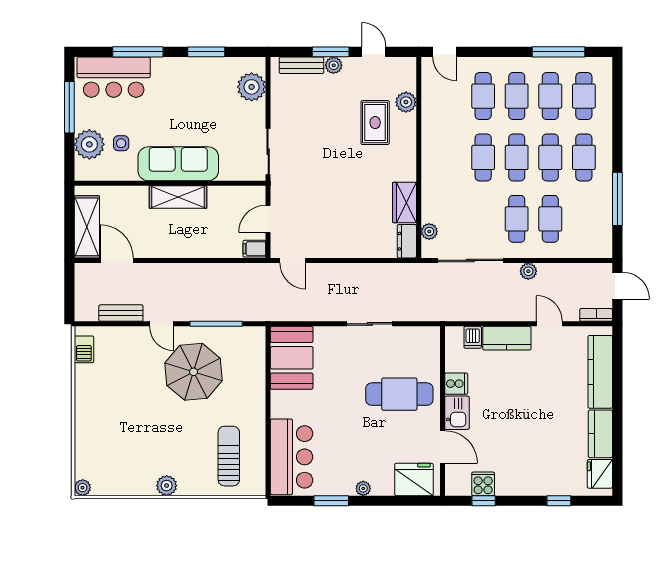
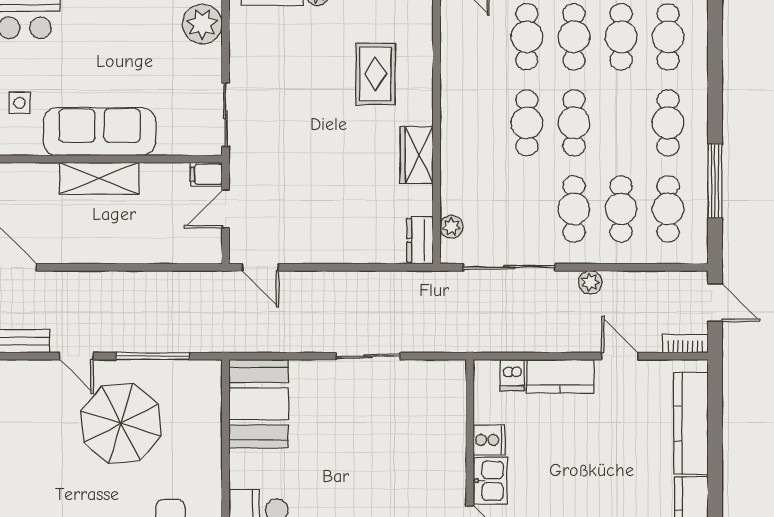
plant: (406, 102) -> (419, 45), removed
cafe table: (550, 157) -> (668, 209), moved
wardrobe: (404, 202) -> (417, 155), moved
filing cabinet: (254, 249) -> (206, 174), moved
cafe table: (399, 394) -> (409, 455), removed

